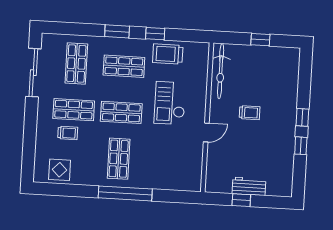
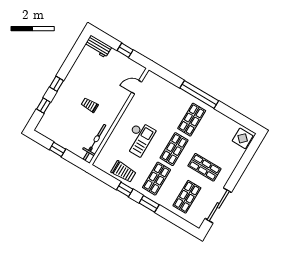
shop shelf: (124, 66) -> (156, 179), turned 90
shop shelf: (121, 112) -> (174, 149), turned 90
trolley: (68, 133) -> (216, 154), removed
door: (206, 133) -> (137, 87), moved
window: (301, 146) -> (44, 106), moved
display table: (60, 170) -> (243, 138), moved
workbench: (249, 186) -> (98, 46), moved

